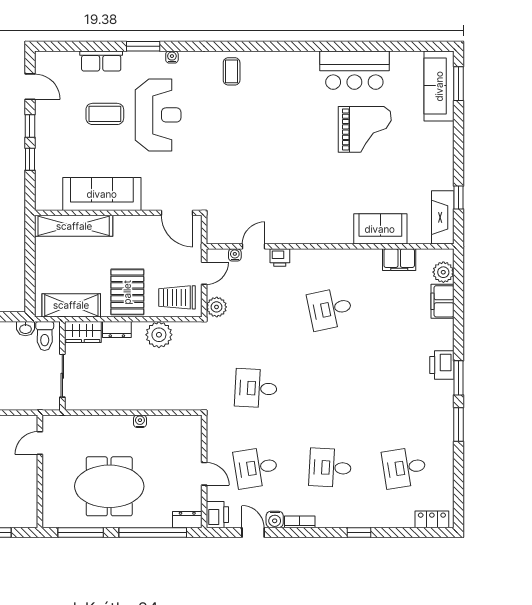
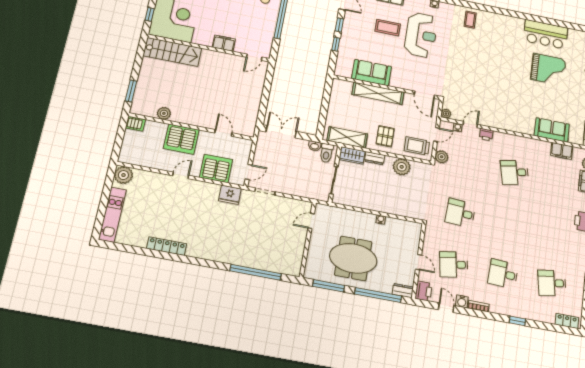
sofa: (102, 194) -> (372, 73), width x0.73
shelving: (74, 226) -> (378, 93), moved
plant: (214, 237) -> (446, 114), added
pallet: (127, 292) -> (385, 136), width x0.67, depth x0.71

